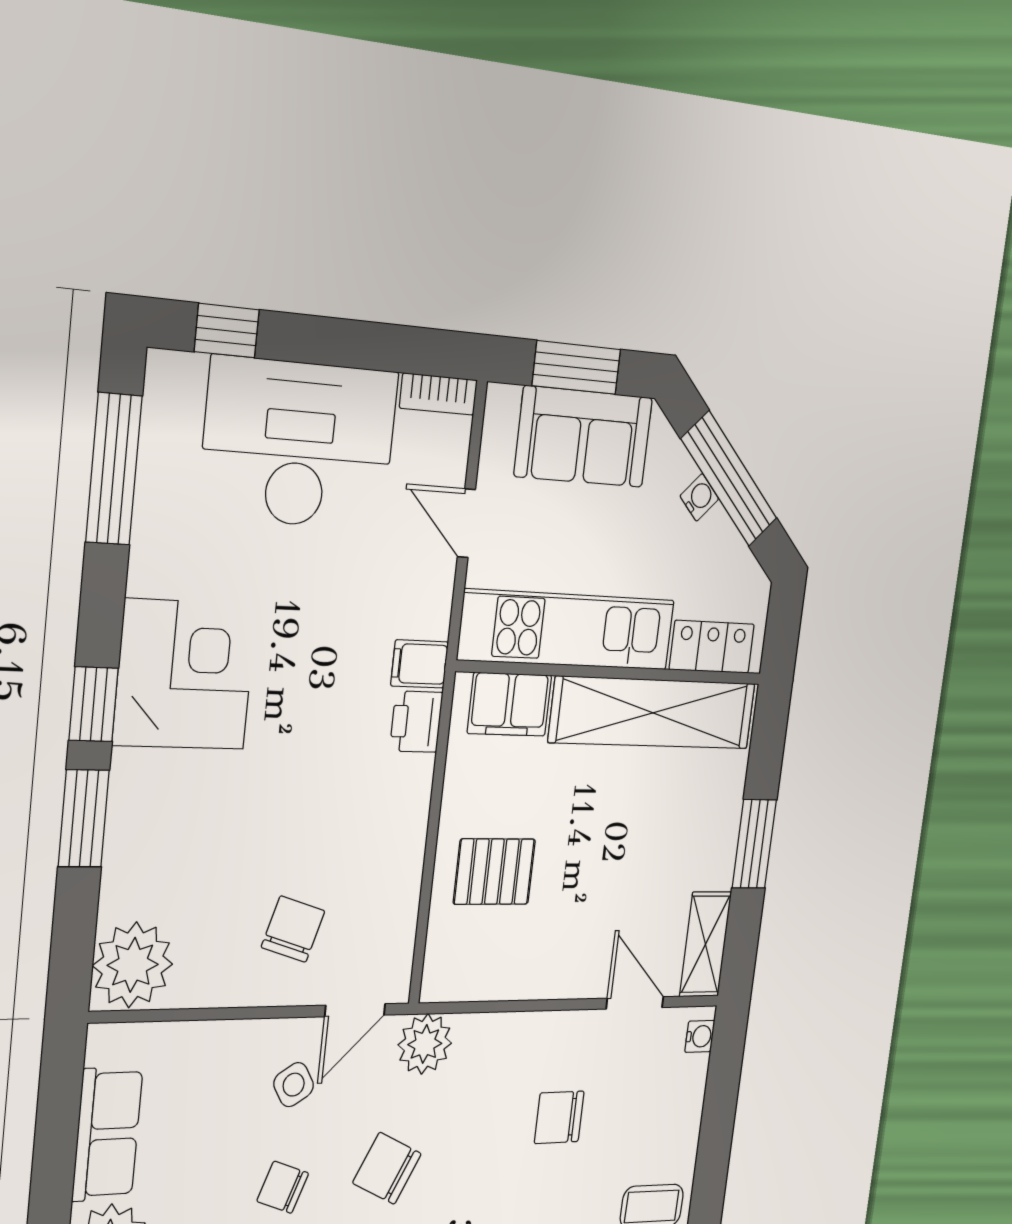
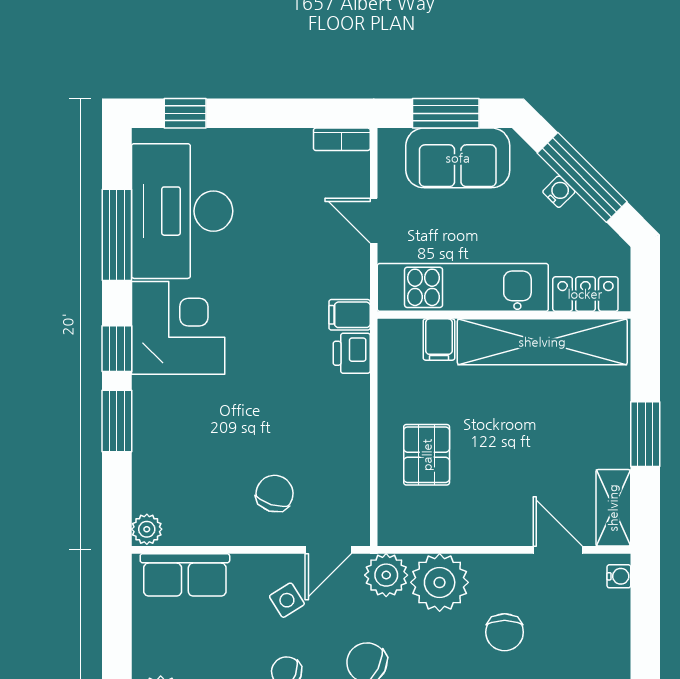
desk: (299, 444) -> (182, 211), moved, turned -90
window: (114, 469) -> (117, 235), moved
filing cabinet: (509, 704) -> (439, 340), width x0.50
pallet: (494, 872) -> (427, 455), turned 90
plant: (133, 965) -> (147, 529), width x0.53, depth x0.53
plant: (490, 1052) -> (440, 582), added
chair: (559, 1117) -> (505, 632), turned -90
row of seats: (107, 1134) -> (185, 575), moved, turned 90

